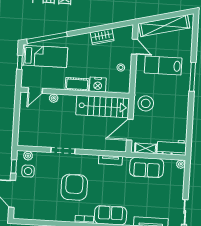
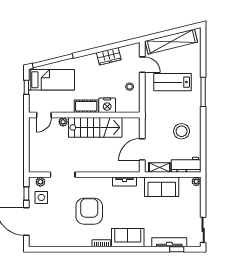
stool: (146, 103) -> (182, 131), moved
stairs: (103, 106) -> (95, 127), moved
doorway: (63, 151) -> (63, 175), moved

